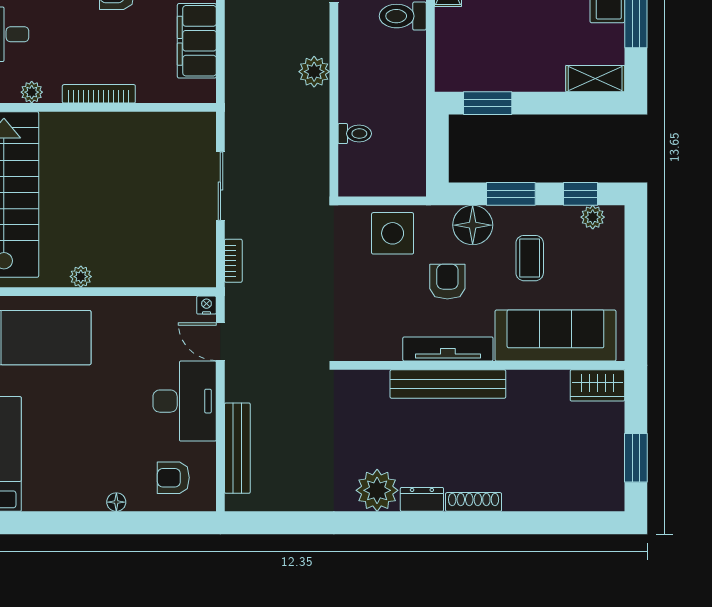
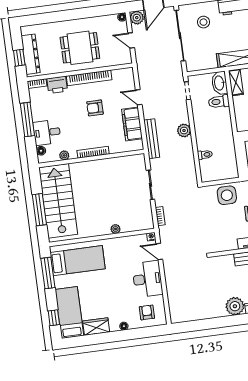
plant: (81, 277) -> (116, 229), moved
bench: (237, 448) -> (152, 139), moved
armchair: (173, 478) -> (147, 312), turned 90
wardrobe: (53, 495) -> (96, 327), added

